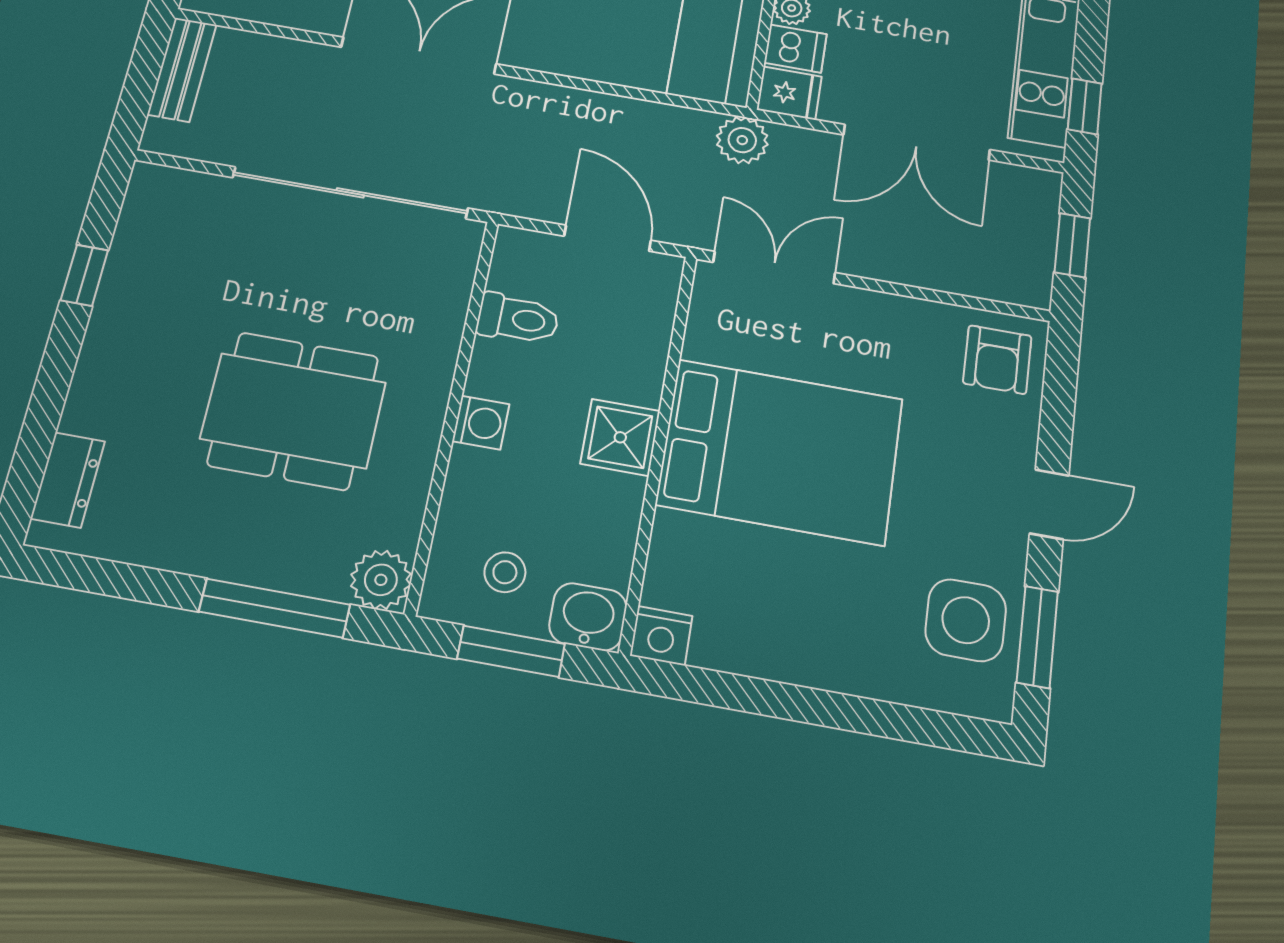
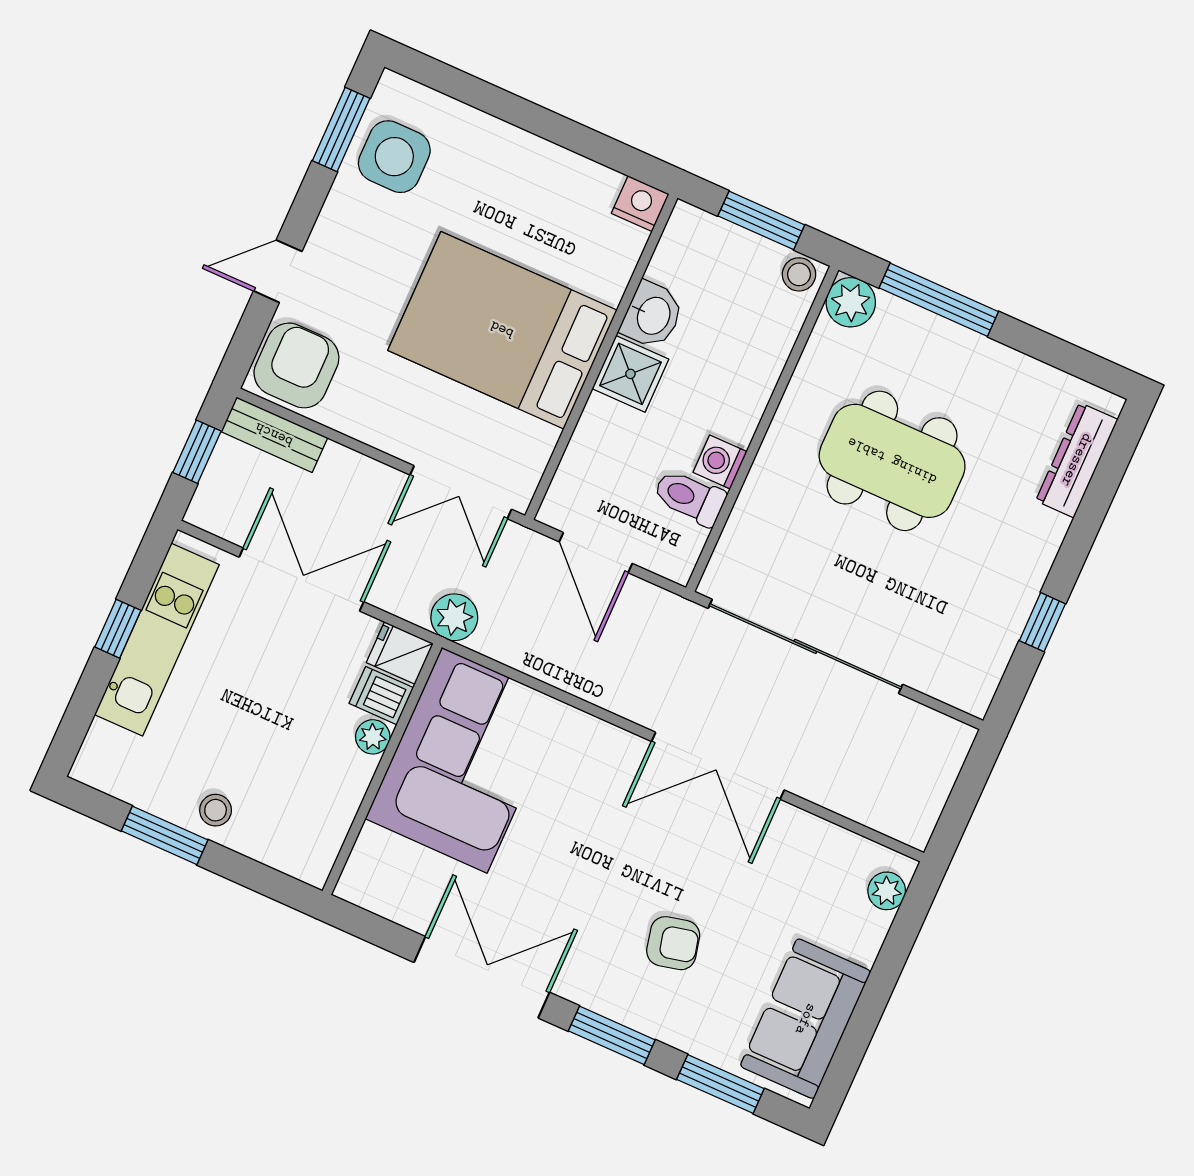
bench: (182, 69) -> (274, 435), moved, turned 90
window: (1085, 106) -> (118, 629), moved
armchair: (997, 360) -> (296, 365), width x1.38, depth x1.38
washing machine: (481, 423) -> (720, 462), moved
dresser: (68, 480) -> (1077, 460), width x1.44
door: (1049, 504) -> (278, 271), moved
stool: (505, 572) -> (799, 274), moved
washbasin: (588, 617) -> (652, 315), moved, turned -90

